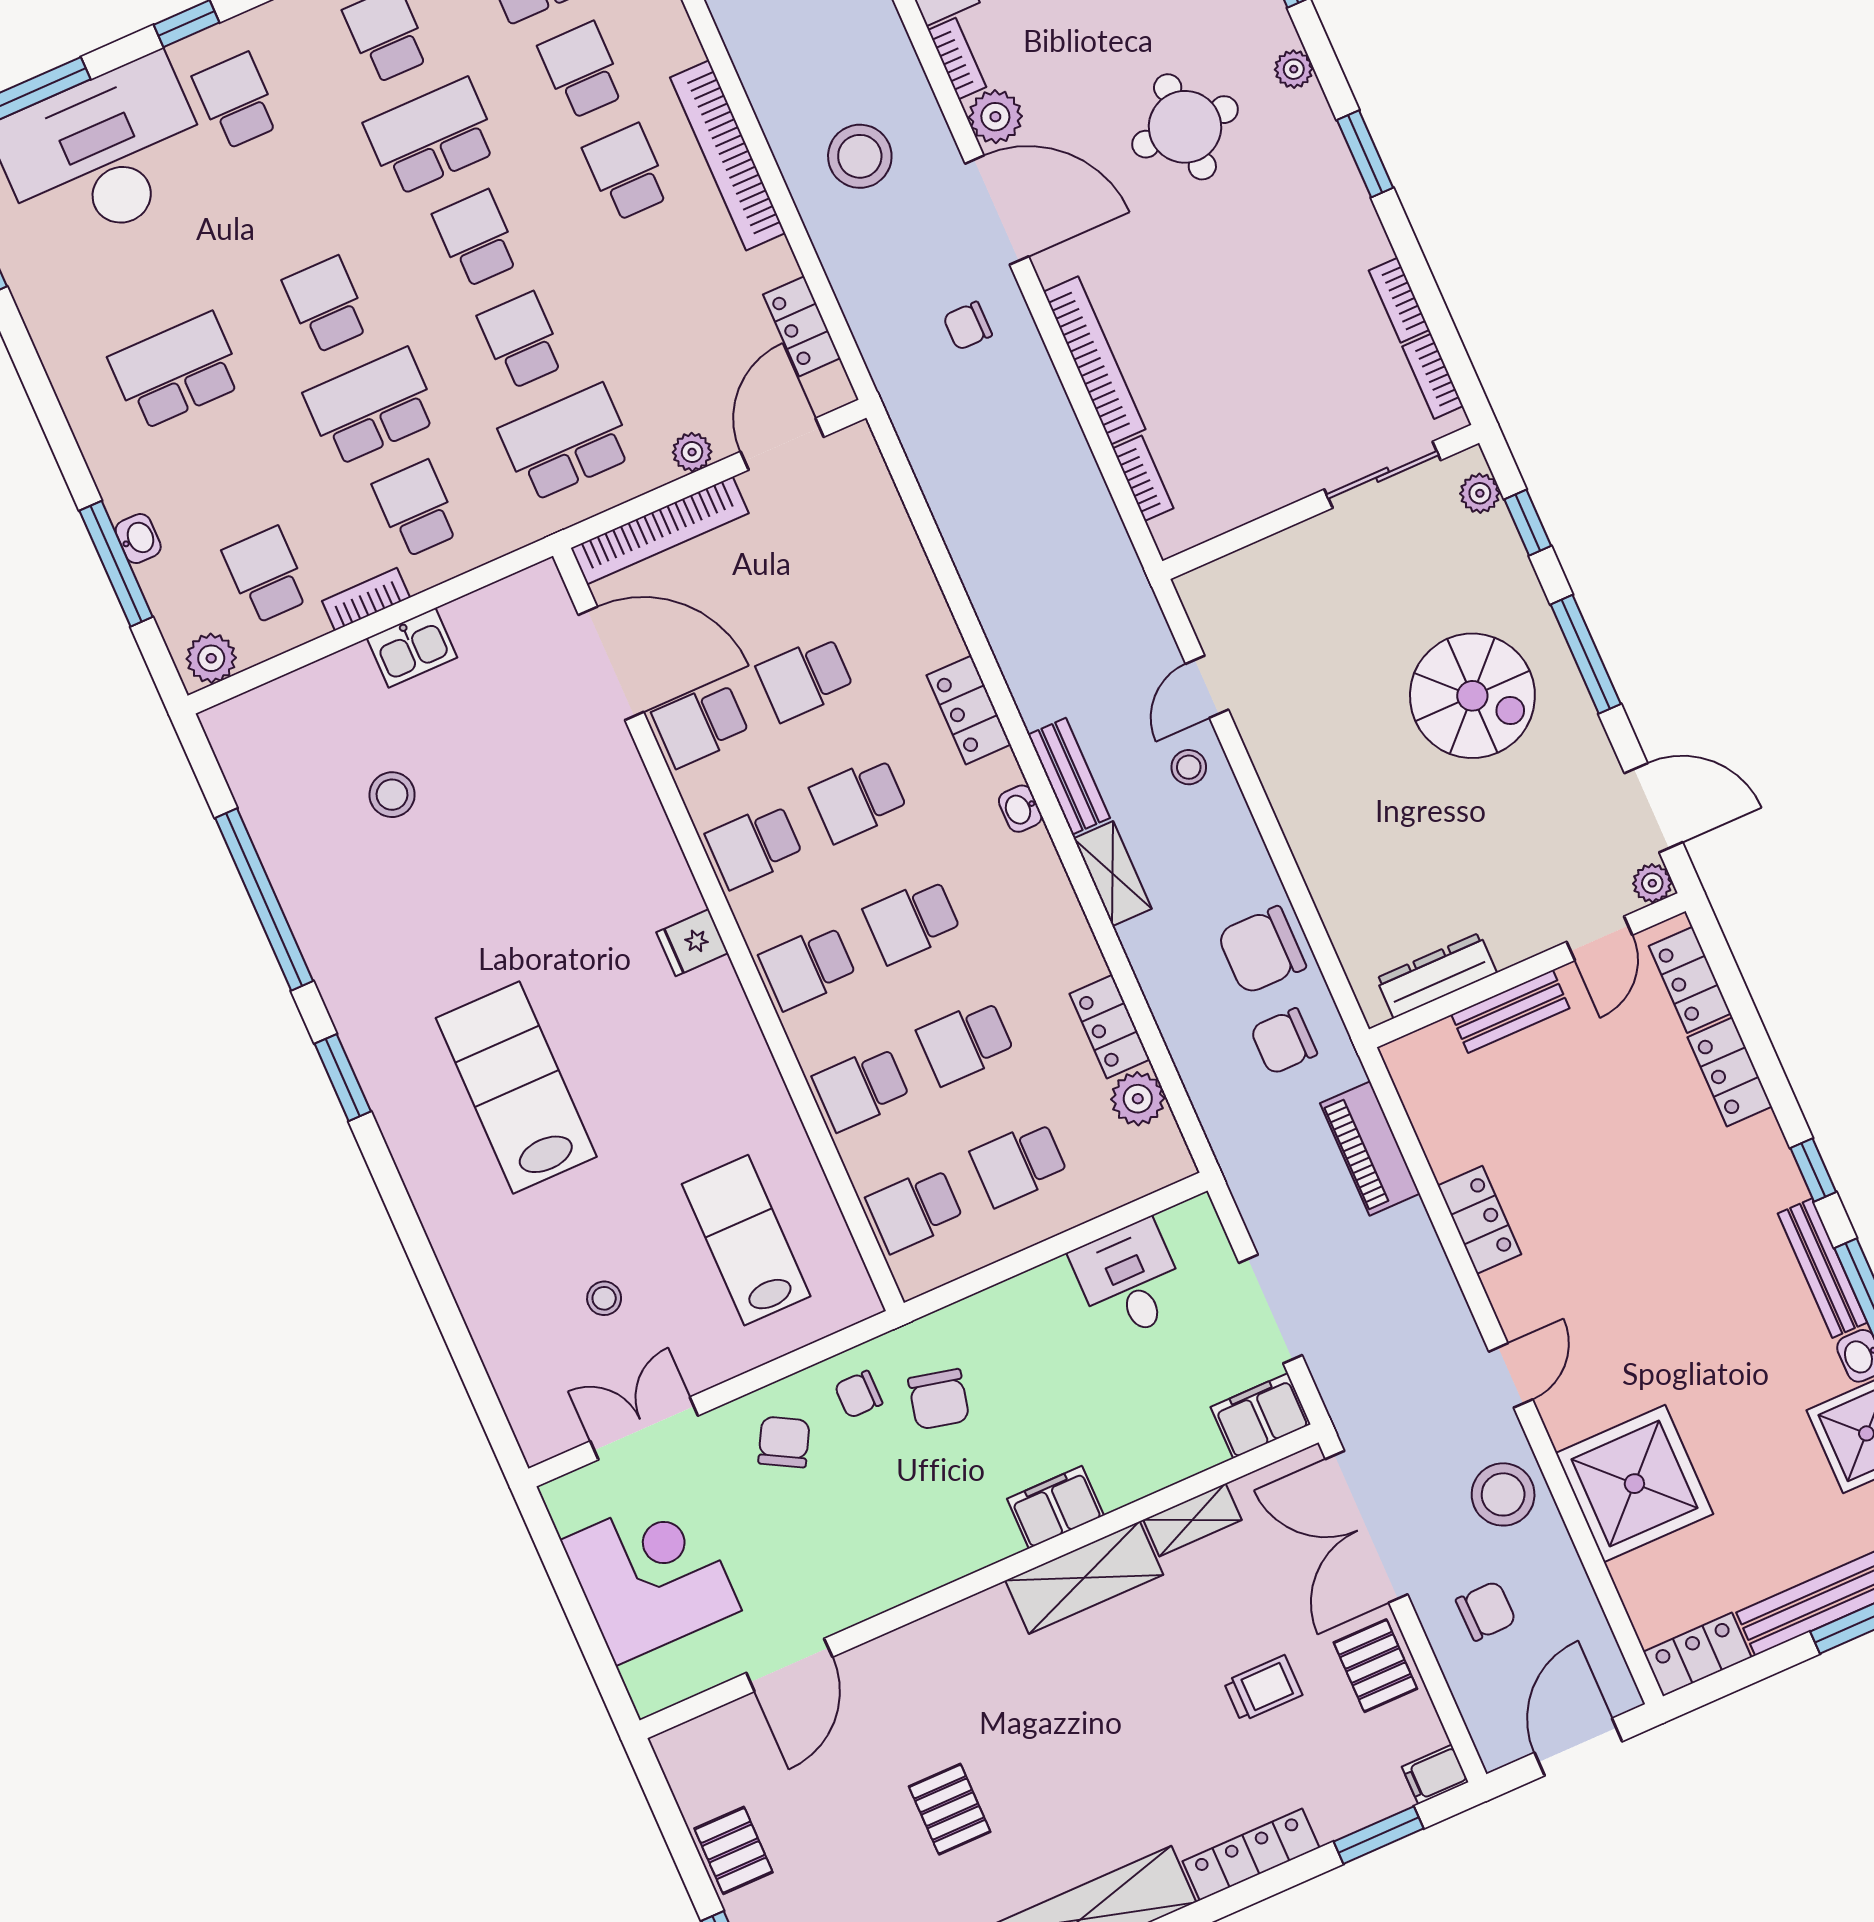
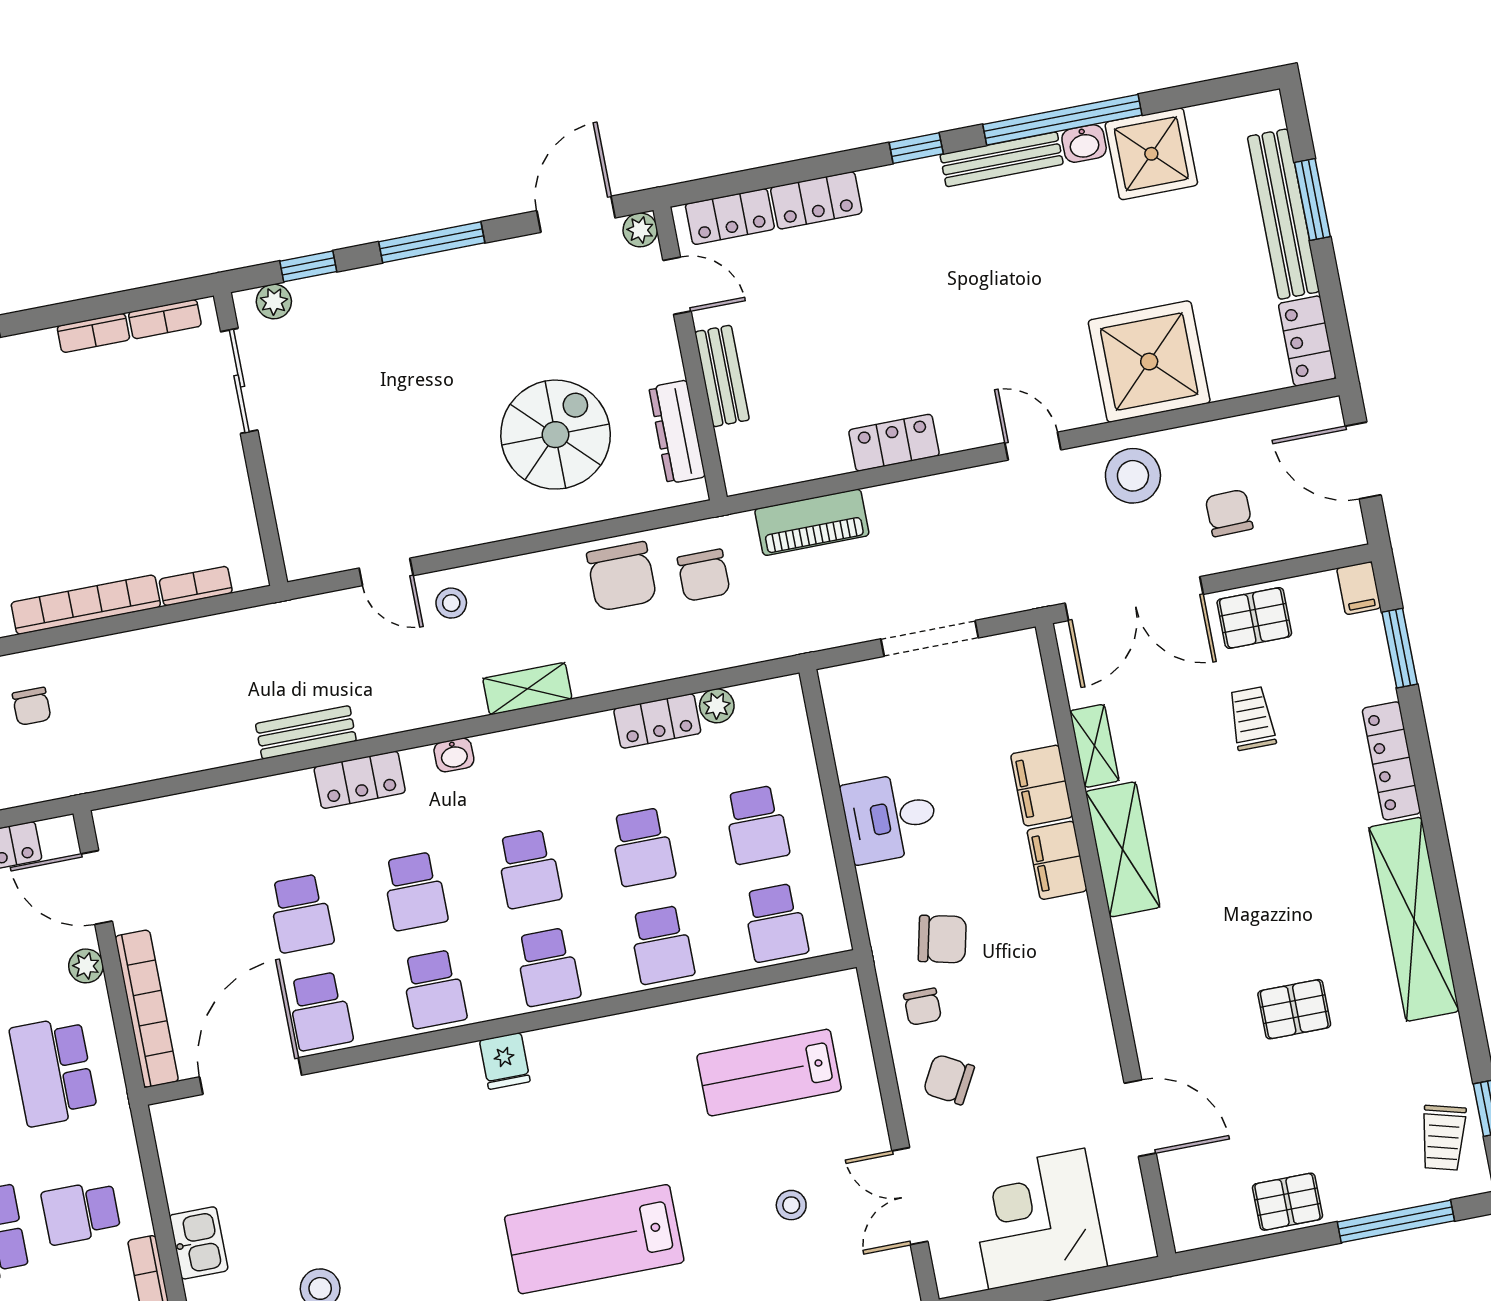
spiral stairs: (1472, 696) -> (556, 435), moved
bench: (1069, 776) -> (306, 732), moved
plant: (1138, 1099) -> (717, 706), width x0.73, depth x0.73
desk: (1129, 1280) -> (890, 817), moved
filing cabinet: (1261, 1416) -> (1042, 786), moved

